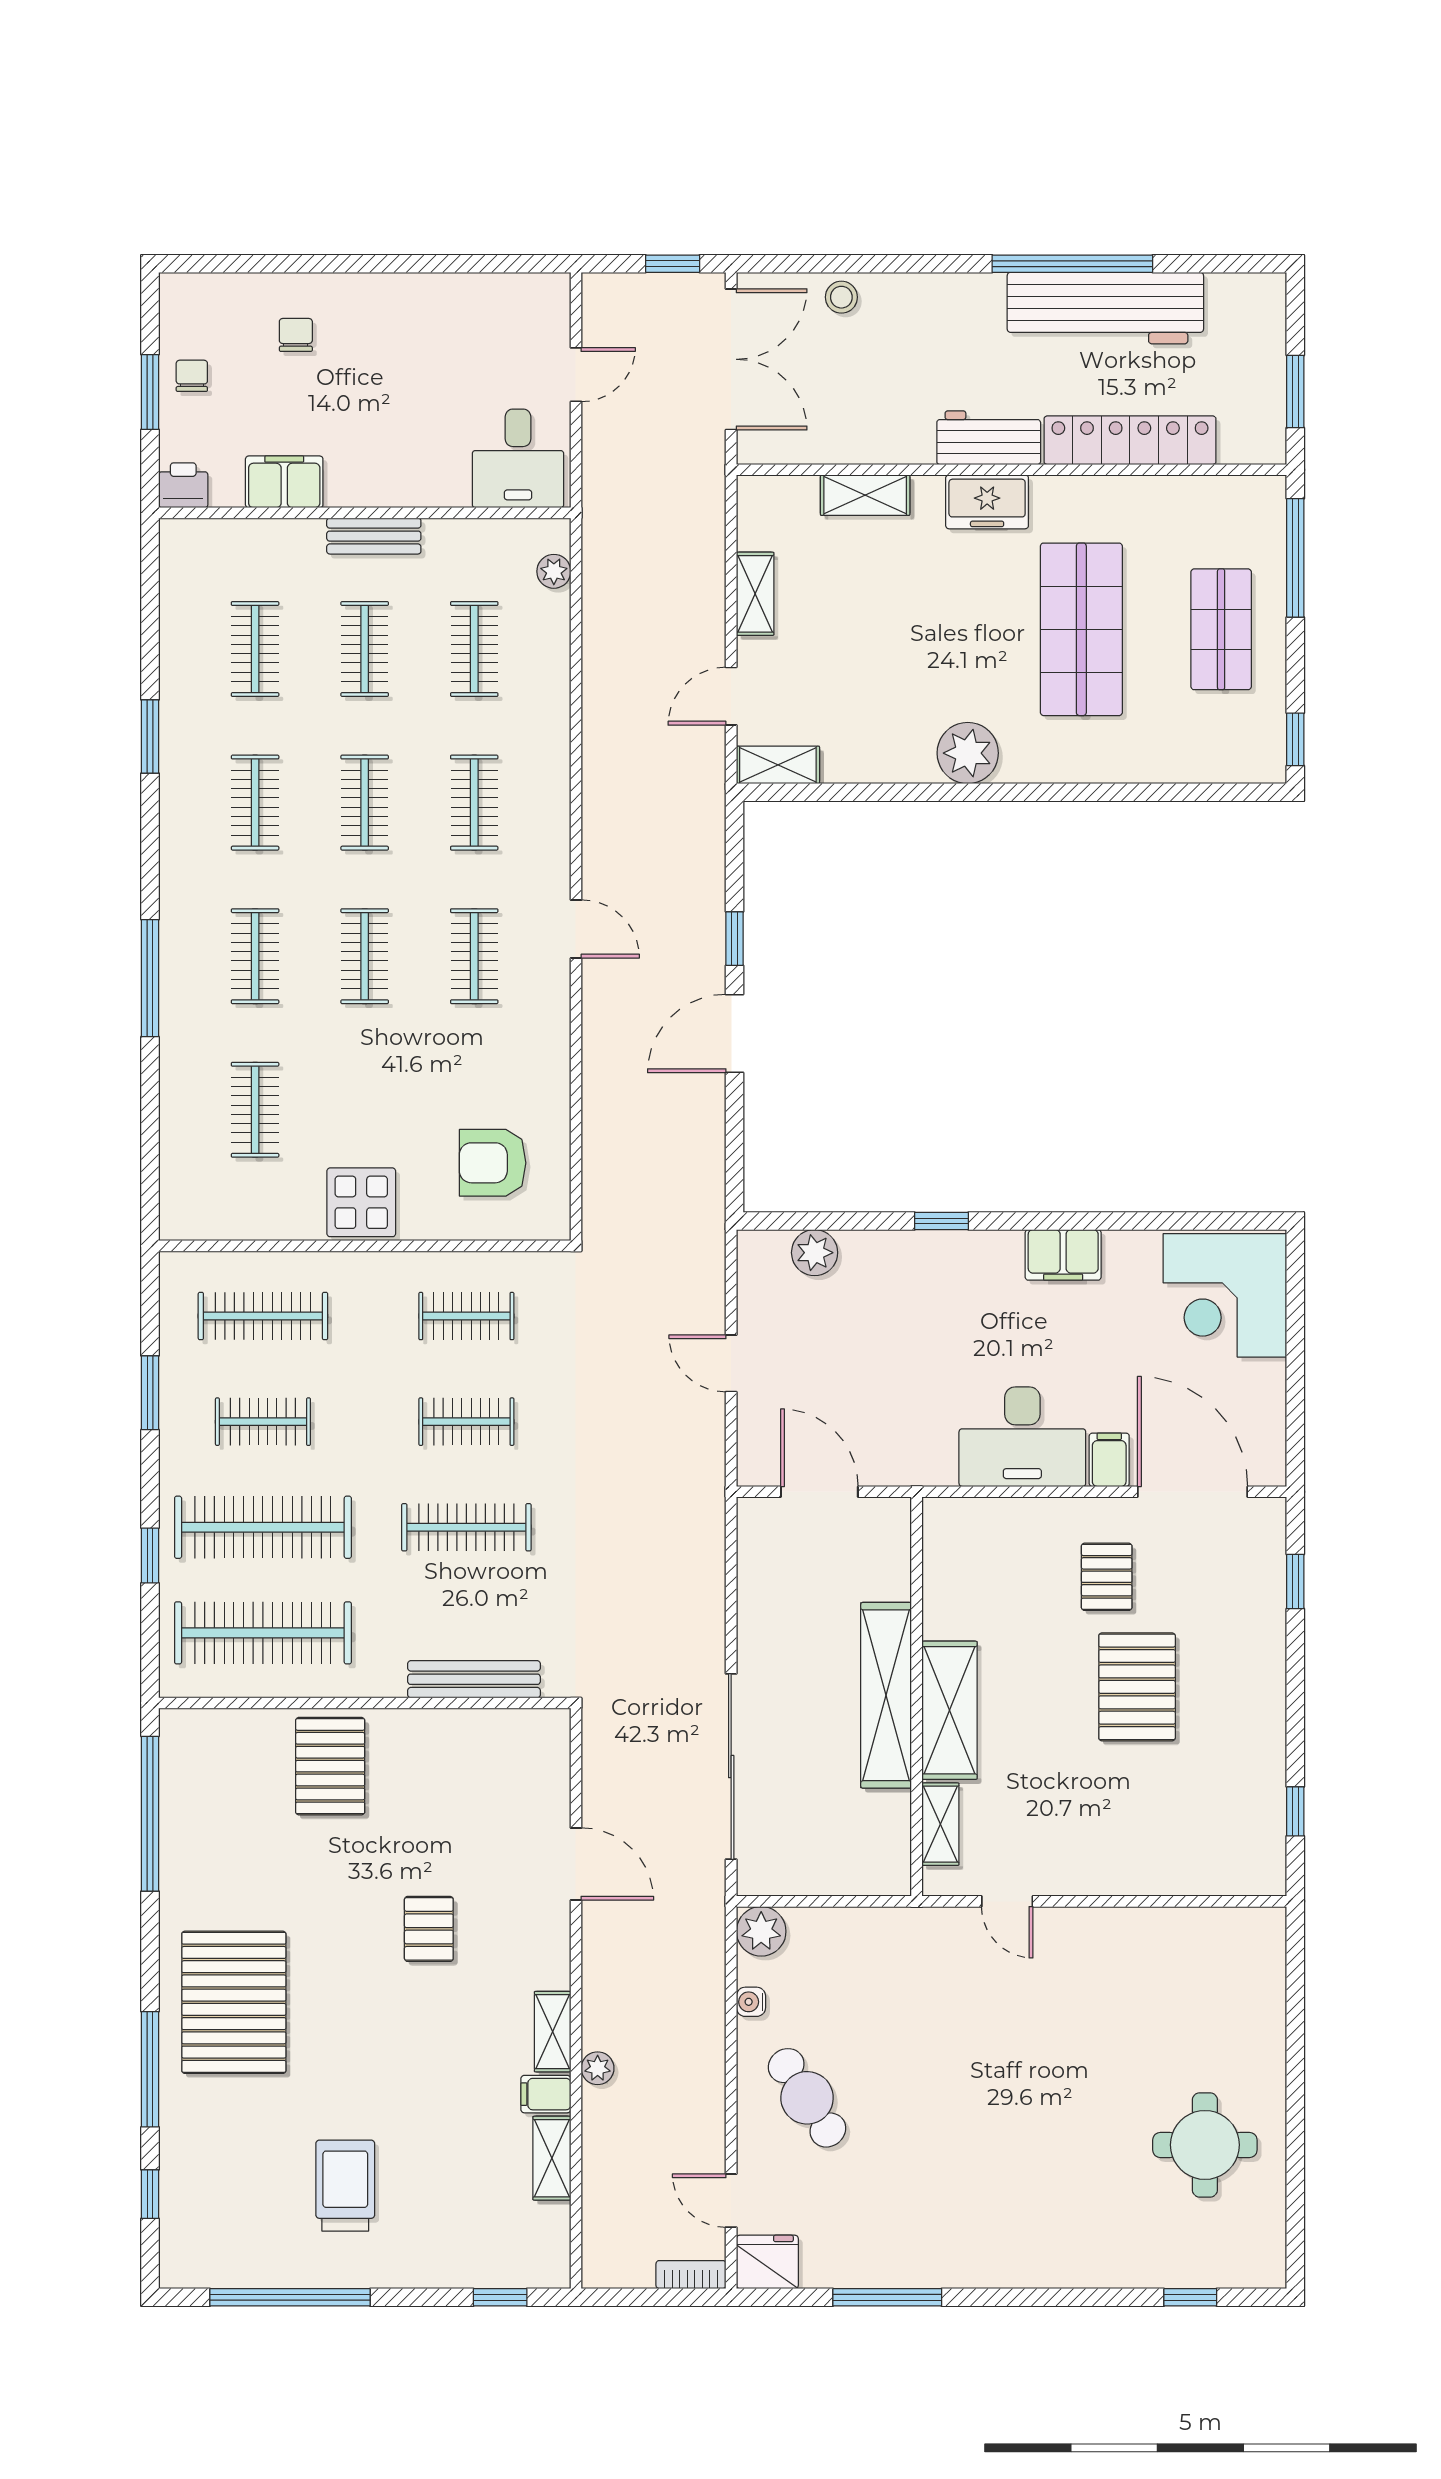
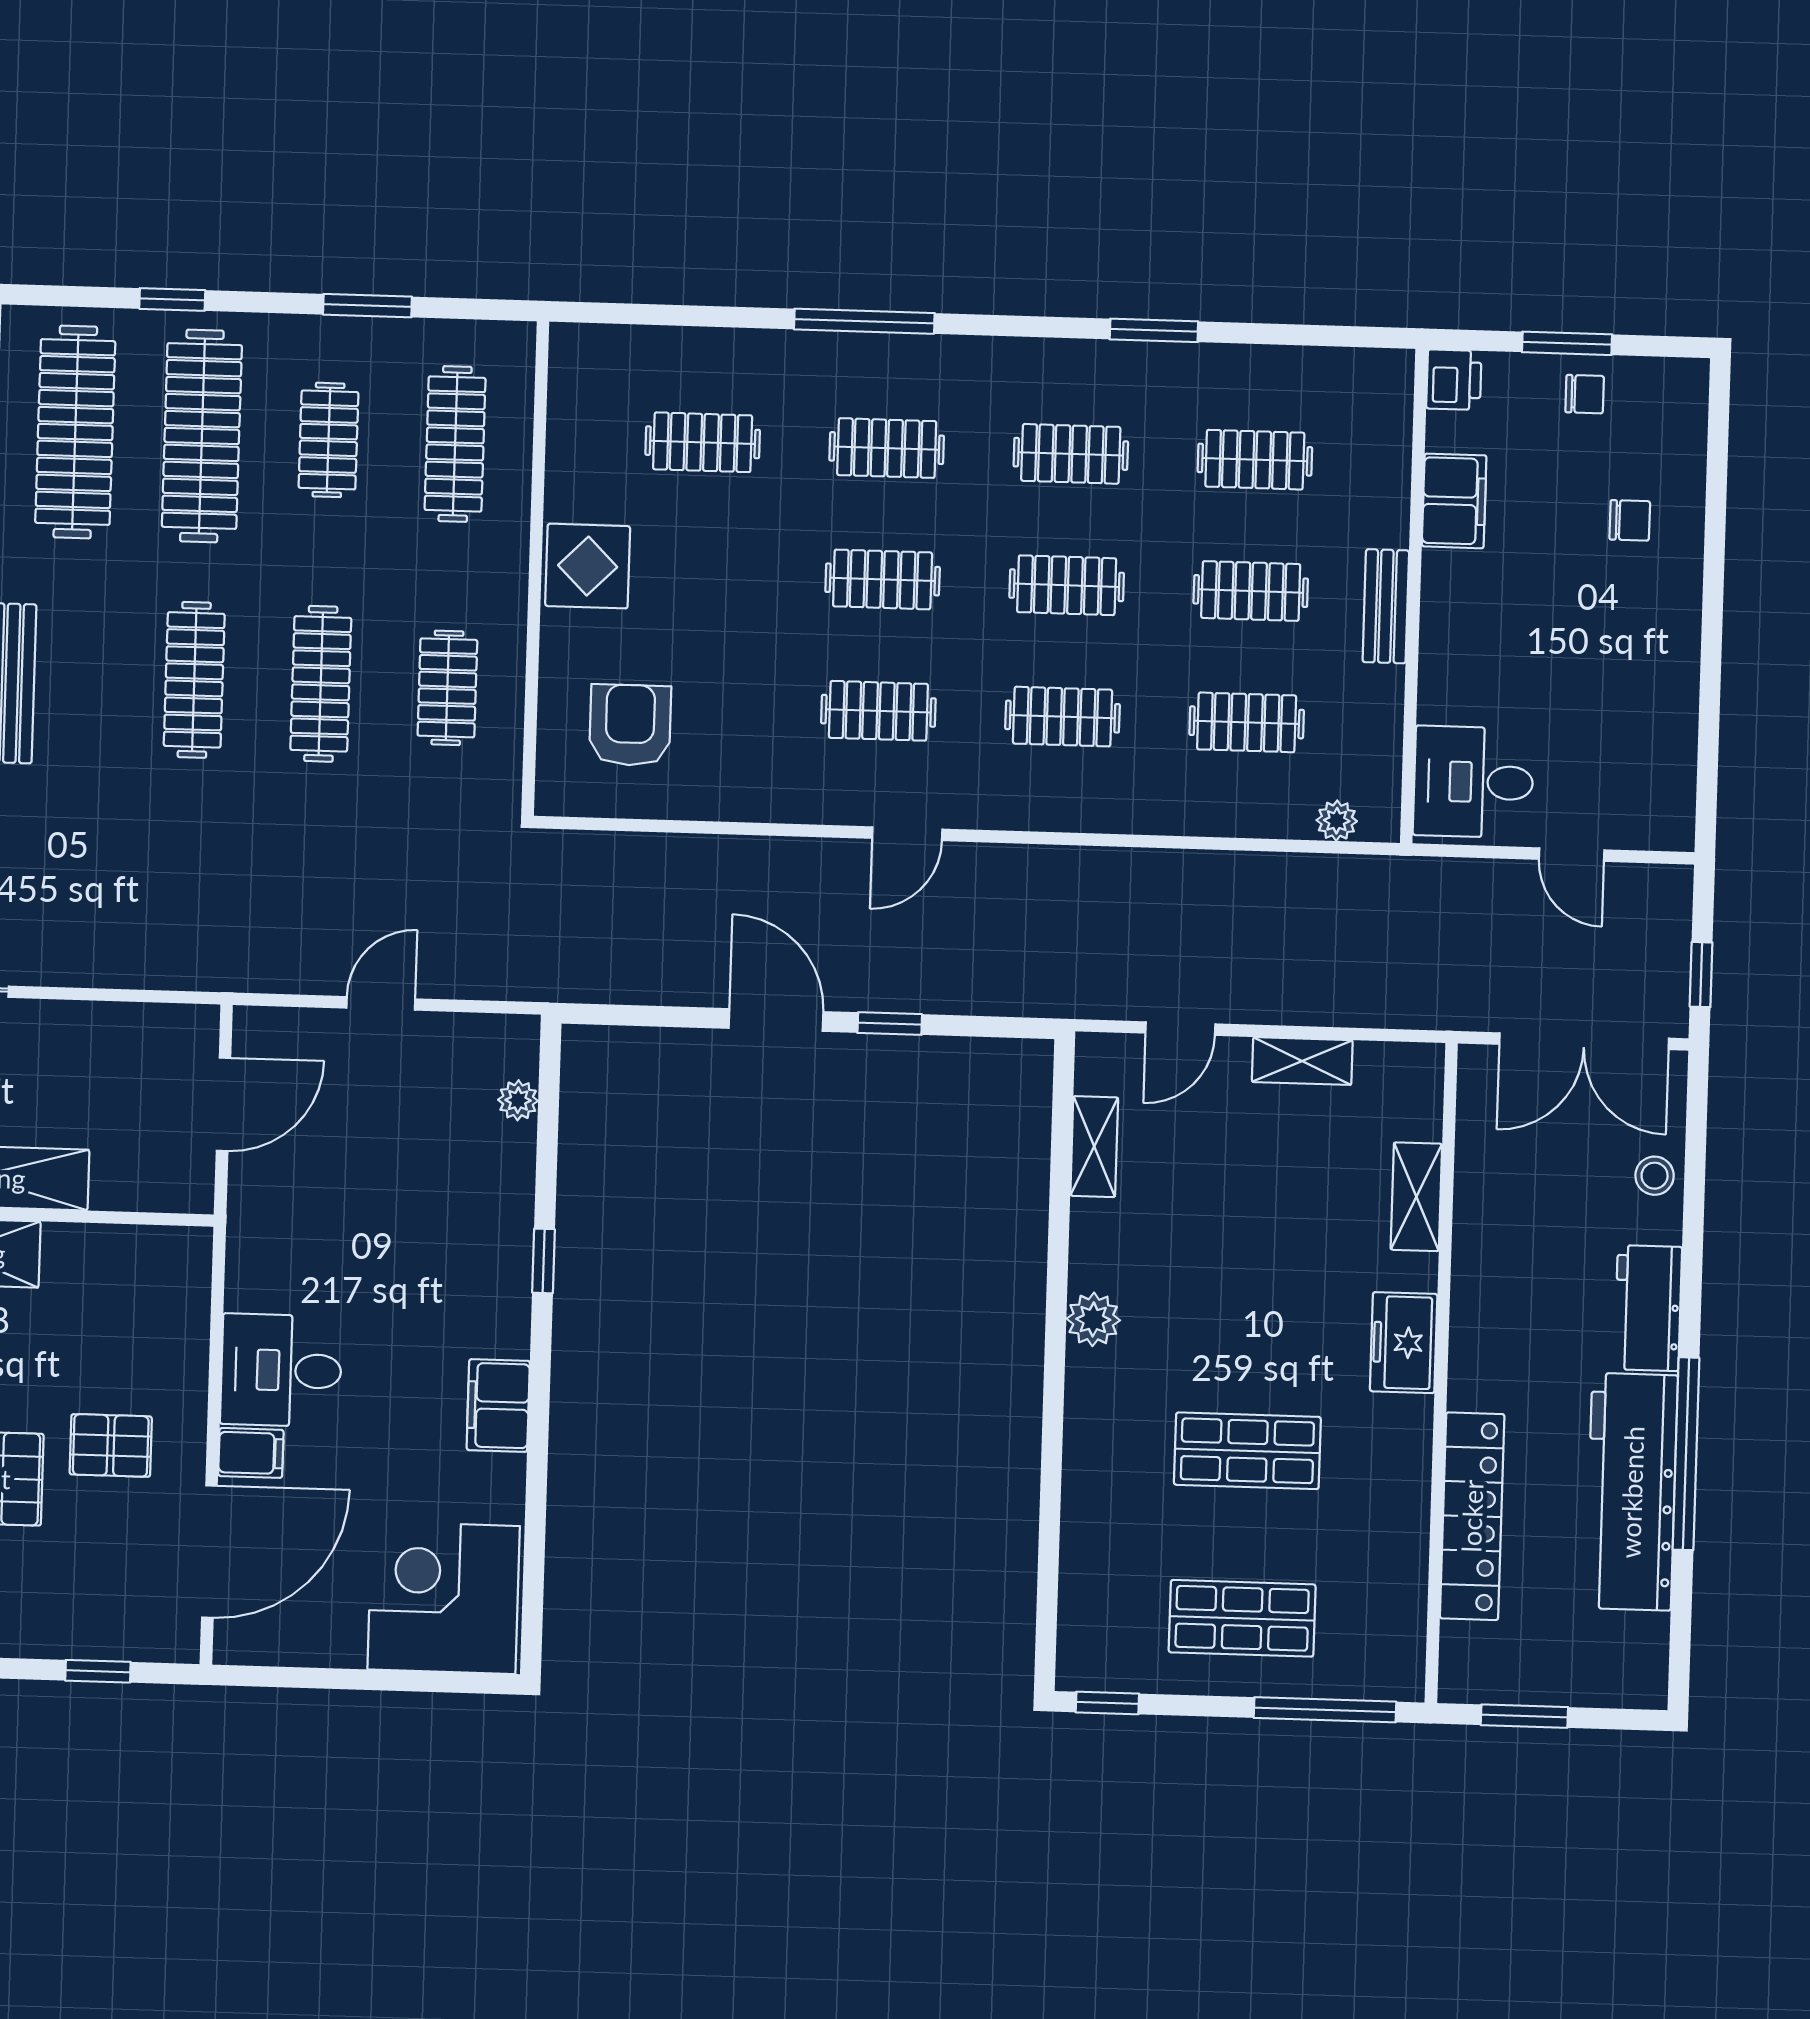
workbench: (989, 438) -> (1648, 1308), moved, turned 180
shop shelf: (1081, 629) -> (1247, 1451), width x0.70, depth x0.74
door: (731, 696) -> (1180, 1029), swing flipped
plant: (968, 753) -> (1093, 1319), width x0.73, depth x0.73
shelving: (778, 765) -> (1094, 1147), moved
plant: (815, 1253) -> (518, 1100), width x0.73, depth x0.73
clothes rail: (466, 1422) -> (321, 684), width x1.36
desk: (1022, 1437) -> (281, 1370), width x0.73

